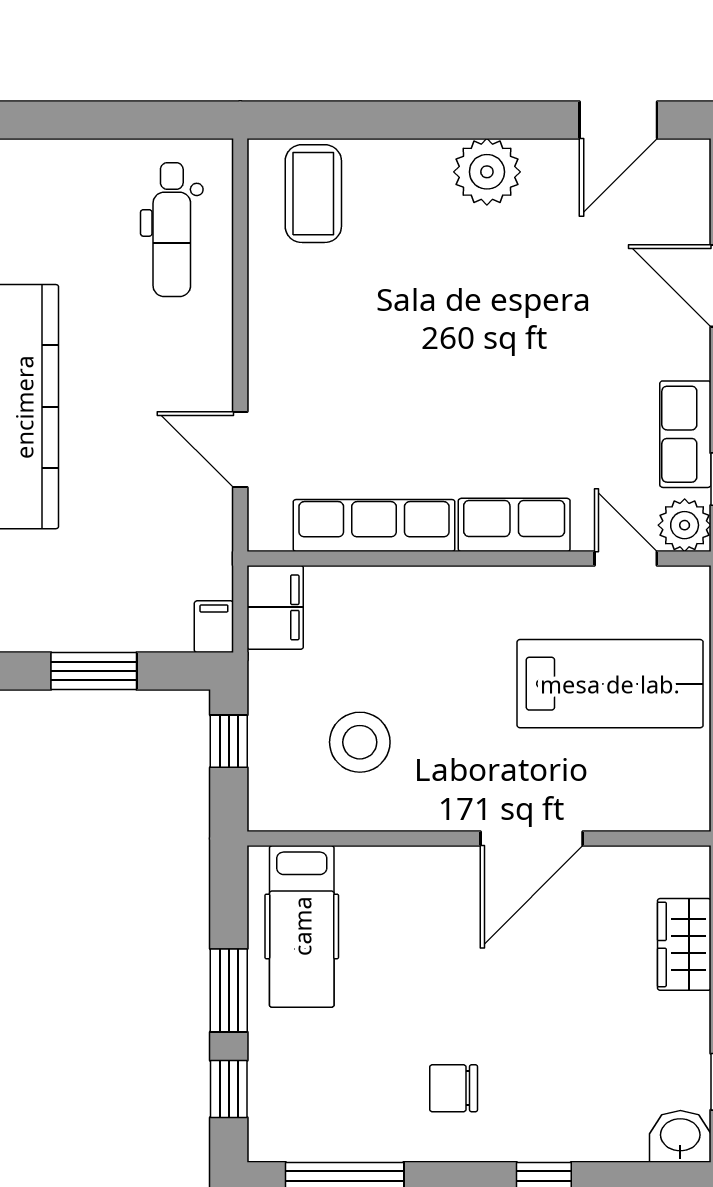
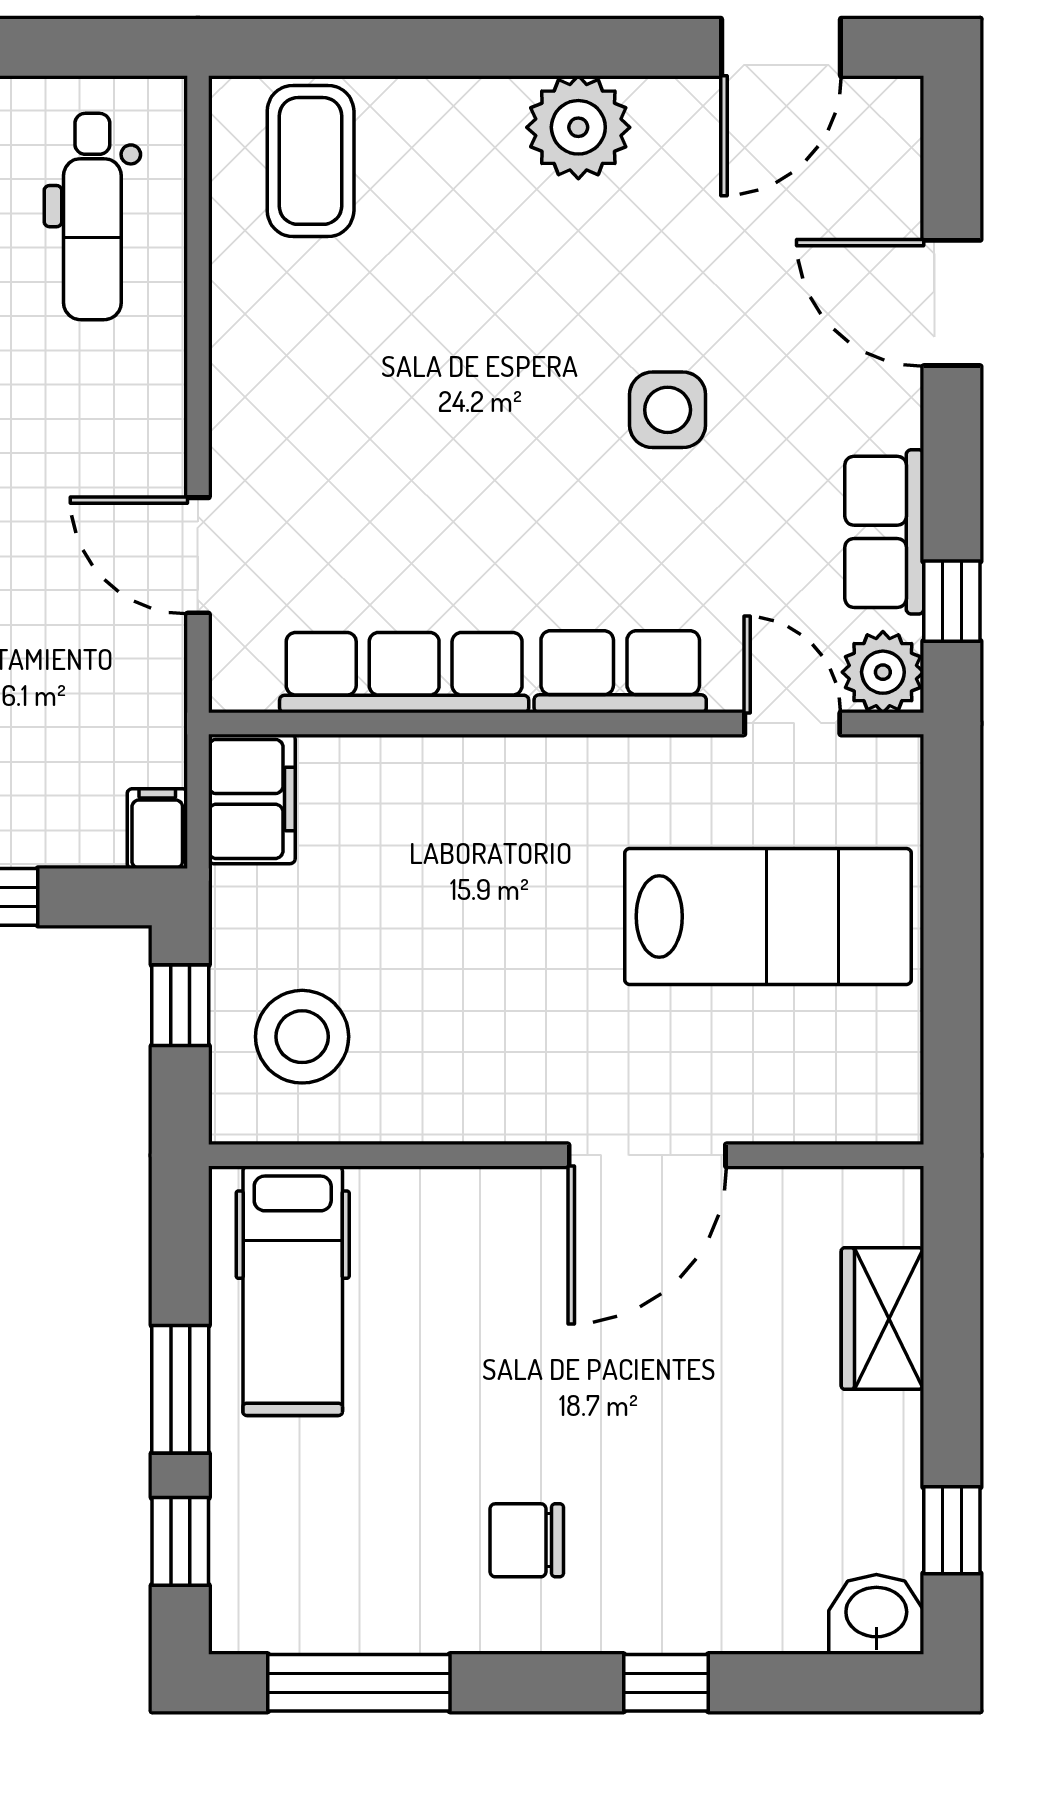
side table: (545, 355) -> (668, 410), added
stool: (360, 742) -> (302, 1037), moved

